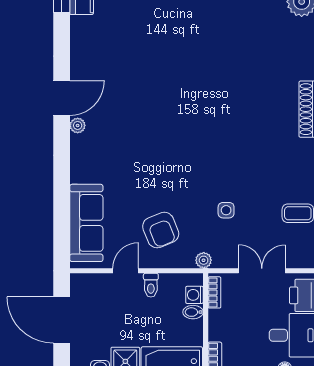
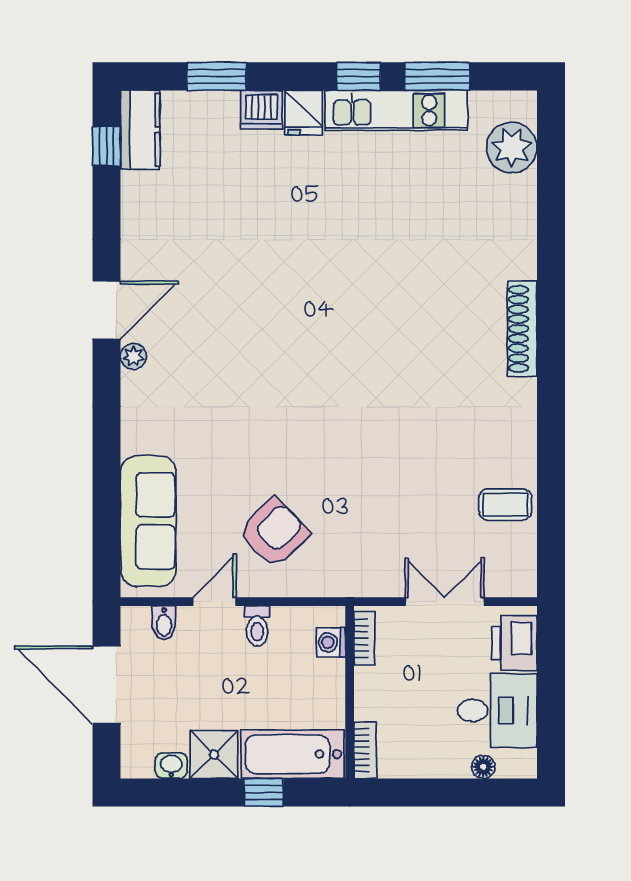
side table: (226, 210) -> (384, 499), removed
armchair: (161, 230) -> (274, 533), turned -112
plant: (204, 260) -> (346, 584), removed
bidet: (193, 312) -> (164, 623), moved, turned -90

